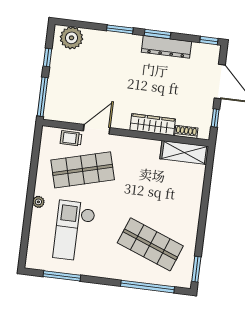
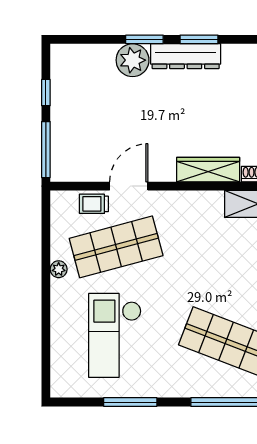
plant: (71, 38) -> (133, 60), moved
dresser: (166, 47) -> (186, 56), moved
plant: (38, 202) -> (59, 269), moved
window: (62, 276) -> (130, 402), moved

